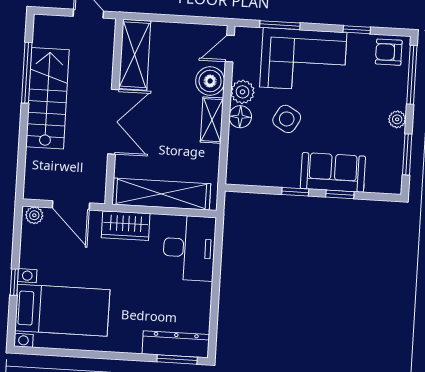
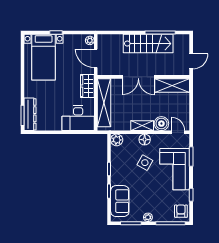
plant: (243, 92) -> (117, 140), moved
sofa: (333, 172) -> (120, 201), moved
door: (71, 205) -> (96, 58), hinge flipped

